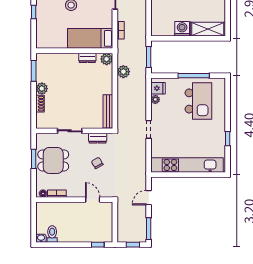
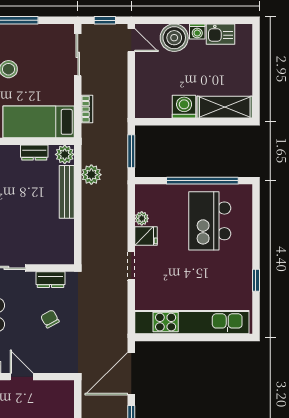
window: (194, 76) -> (202, 181), width x1.46
fridge: (158, 88) -> (146, 236), moved
kitchen island: (198, 101) -> (210, 221), turned 180
bench: (108, 111) -> (67, 192), moved
door: (149, 198) -> (131, 374), width x1.88
door: (93, 200) -> (22, 377), moved

